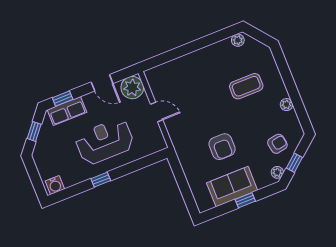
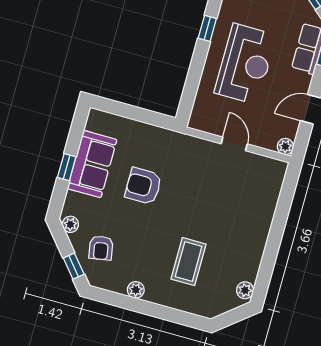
plant: (132, 88) -> (285, 146), width x0.53, depth x0.53
door: (157, 112) -> (234, 144), swing flipped
window: (294, 163) -> (74, 266), moved

